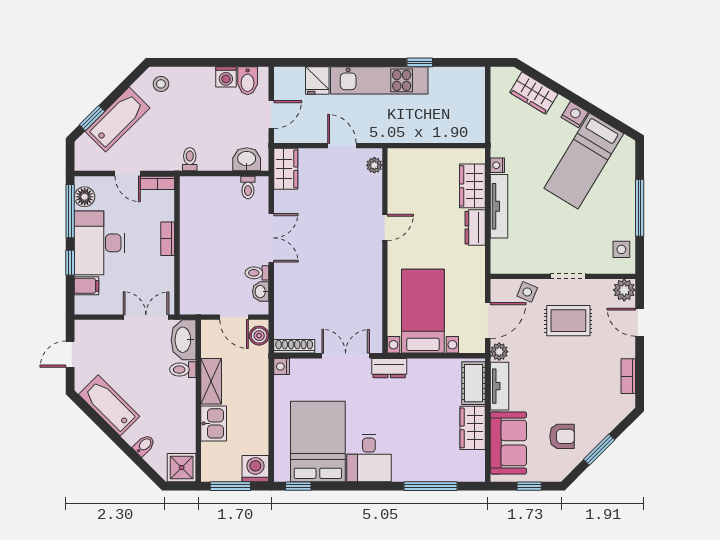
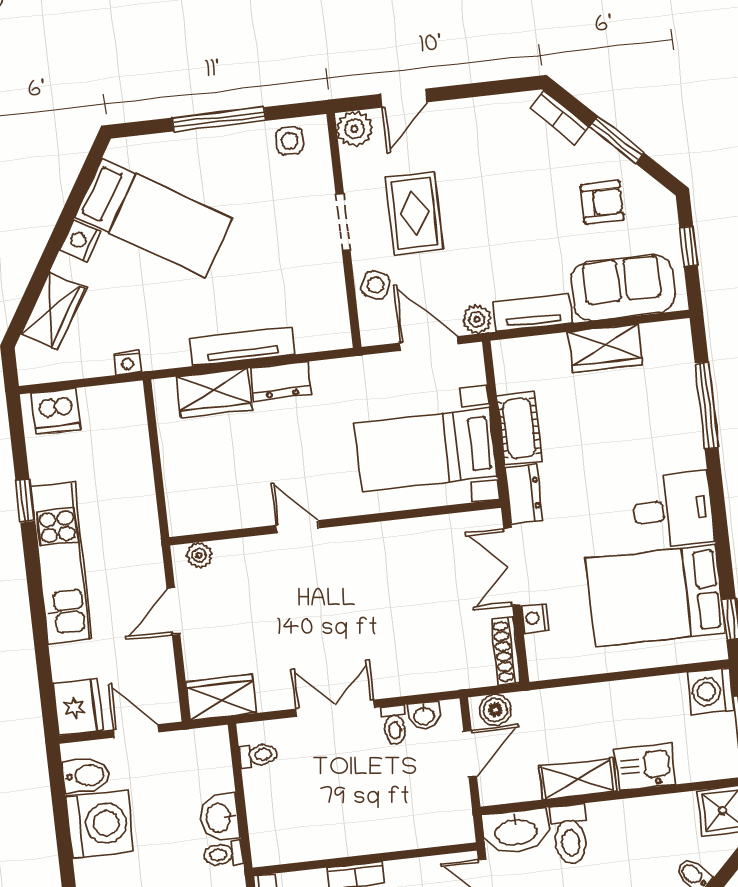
washing machine: (226, 77) -> (100, 824), width x1.89, depth x1.89
fridge: (317, 81) -> (78, 707), moved, width x1.38
dishwasher: (472, 88) -> (56, 411), added
washbasin: (247, 159) -> (219, 818), moved
nightstand: (497, 165) -> (128, 362), moved
nightstand: (282, 367) -> (535, 618), moved, turned 90
toilet: (183, 370) -> (570, 834), width x1.37, depth x1.39
bookcase: (628, 376) -> (559, 118), moved, turned 45
cot: (474, 383) -> (519, 428), moved, turned 90
armchair: (562, 436) -> (602, 202), turned 90

